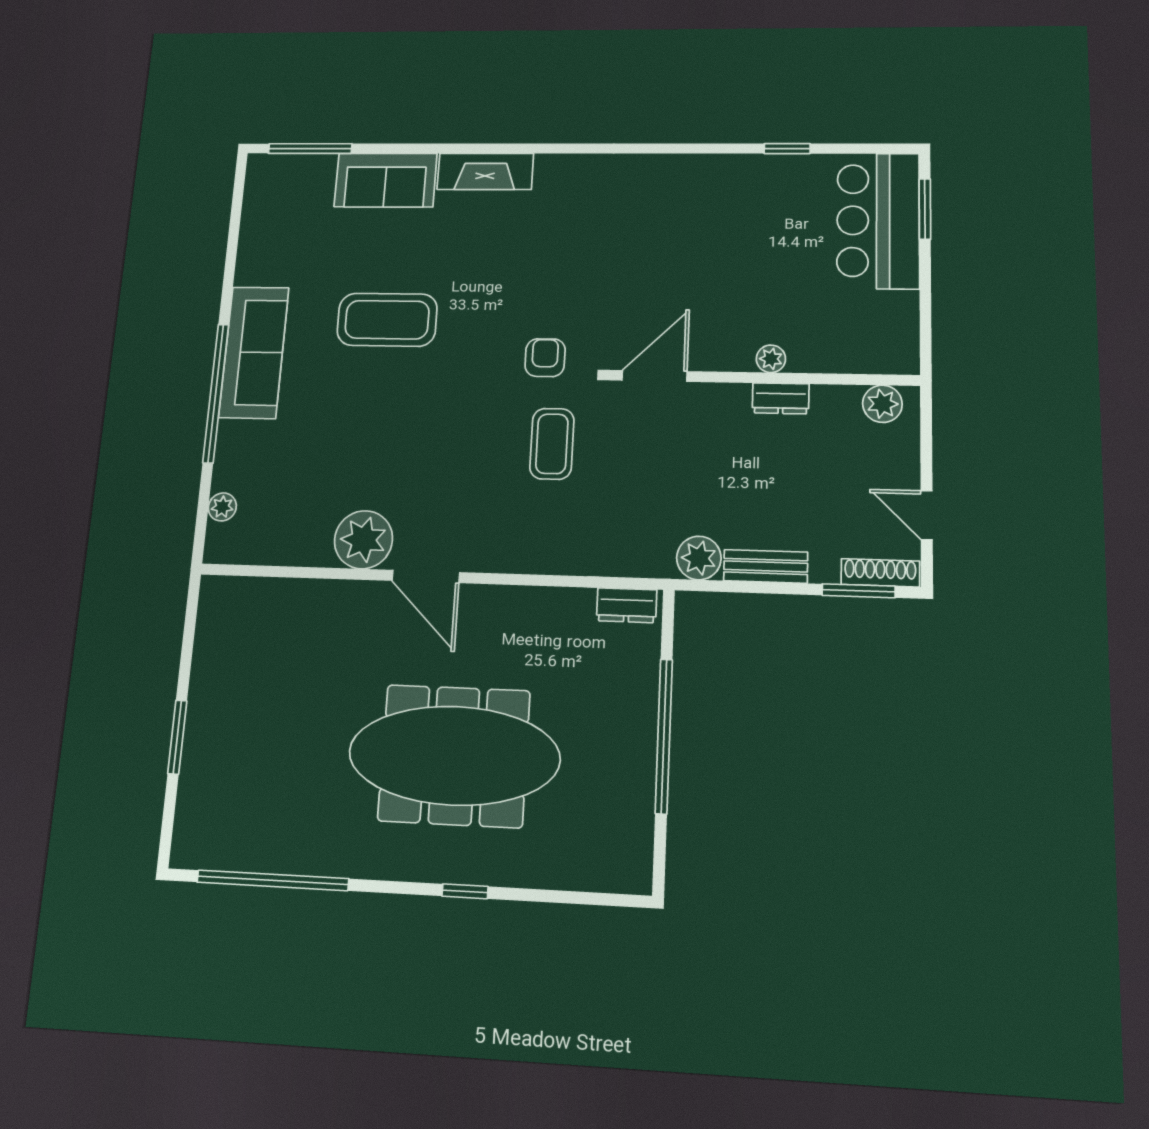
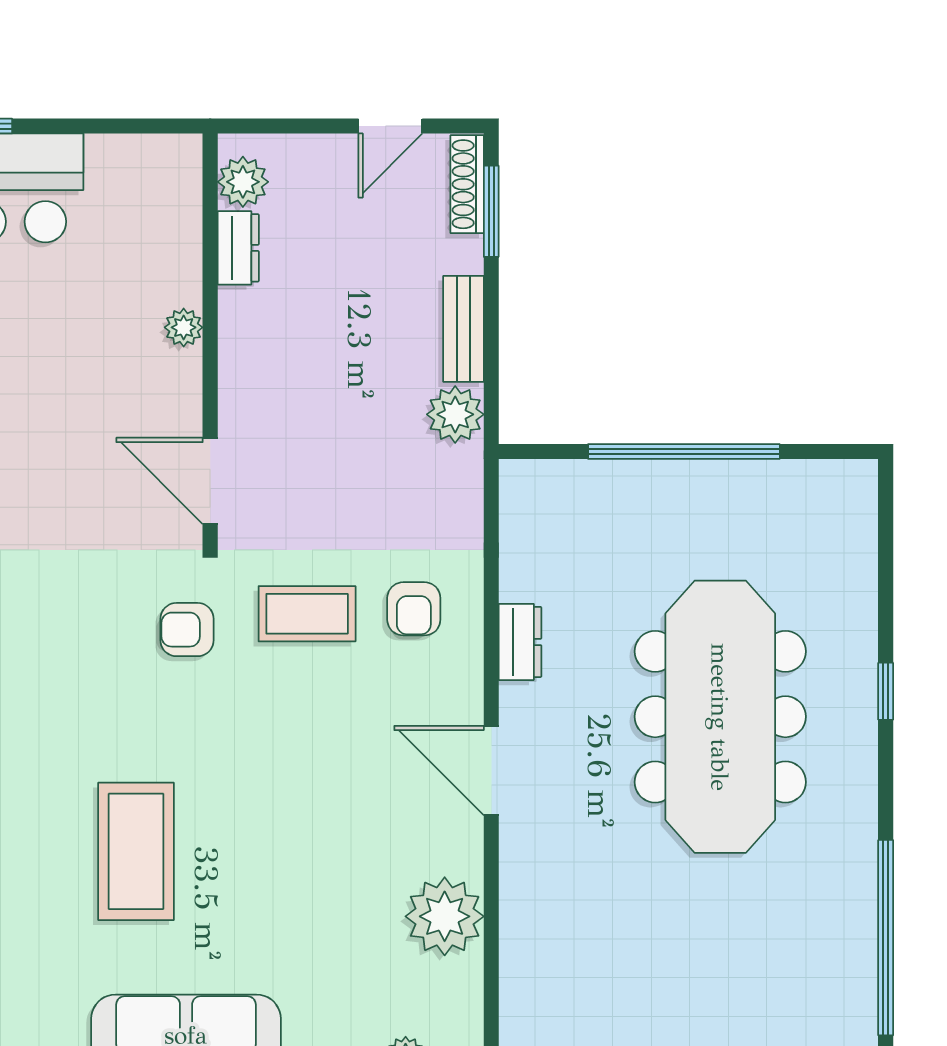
dresser: (781, 398) -> (238, 248), moved
armchair: (551, 522) -> (414, 609), added
plant: (363, 540) -> (445, 916), moved
door: (426, 577) -> (491, 771), swing flipped
dresser: (627, 605) -> (520, 642), moved

